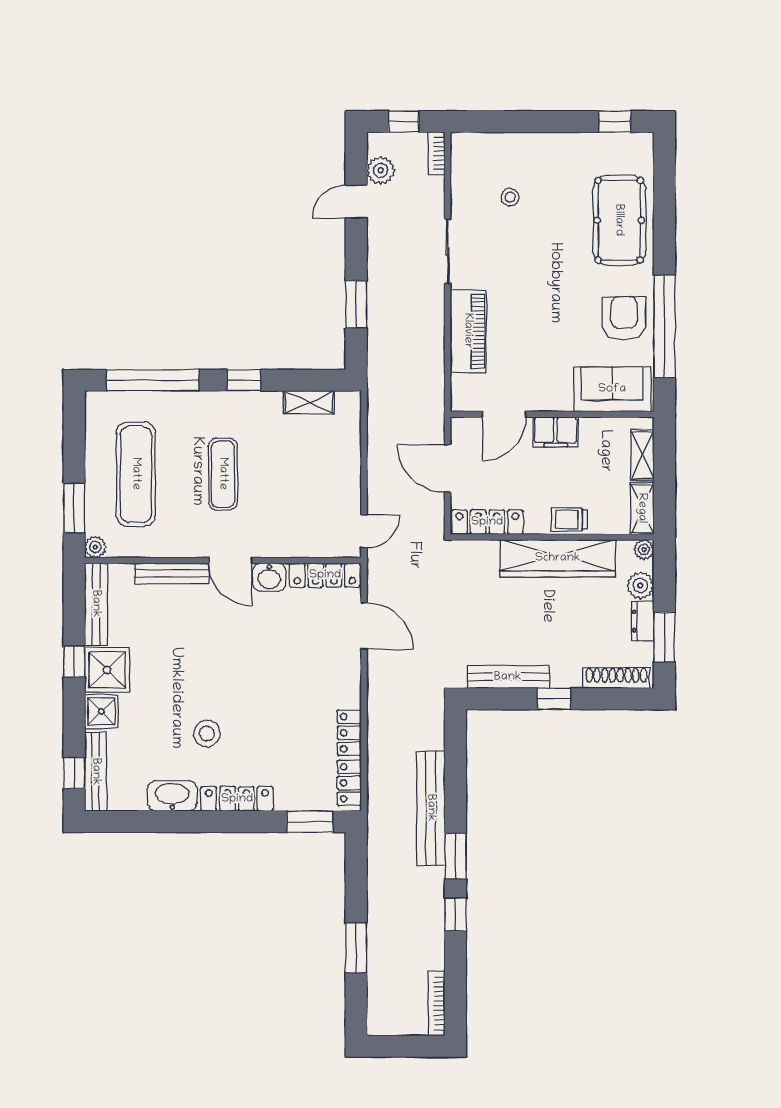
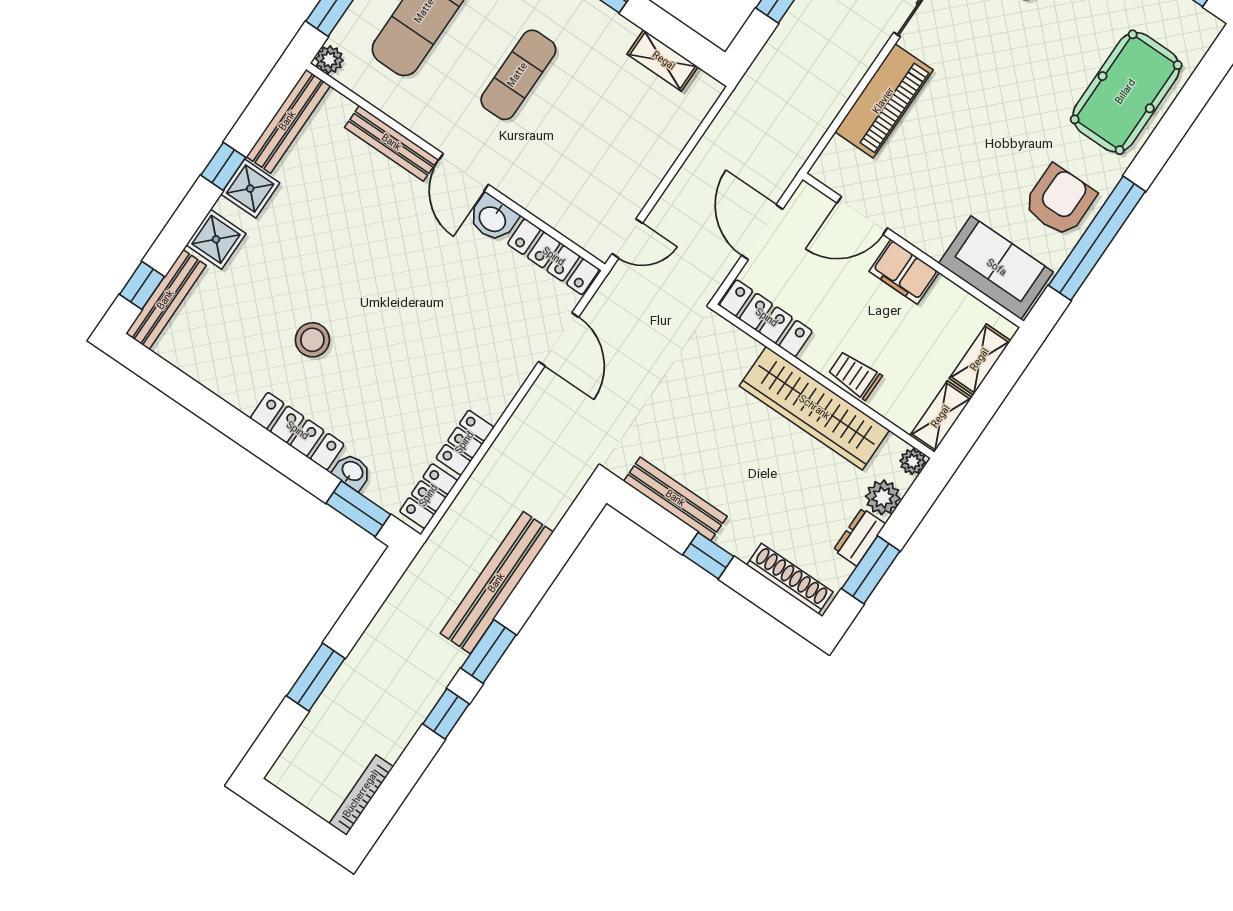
shower: (107, 670) -> (250, 189), width x0.73, depth x0.73
washbasin: (172, 796) -> (352, 472), moved, width x0.52, depth x0.69

